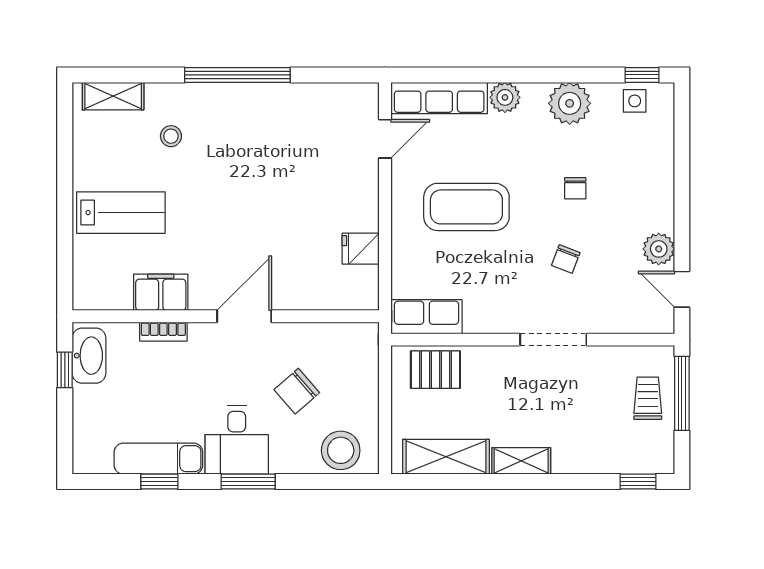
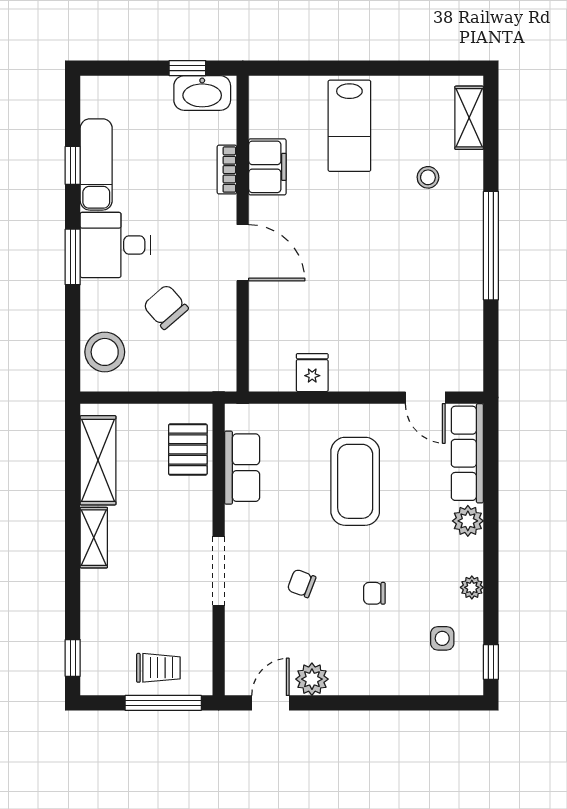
side table: (635, 101) -> (442, 638), moved
plant: (570, 103) -> (472, 587), width x0.53, depth x0.53
row of seats: (426, 317) -> (242, 468), moved

